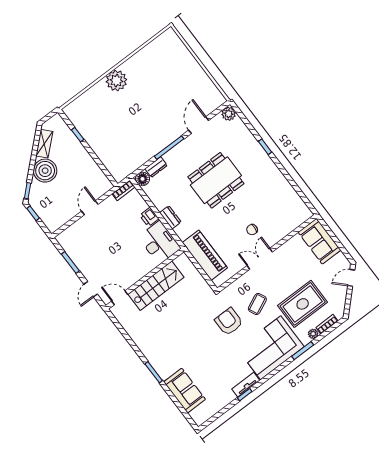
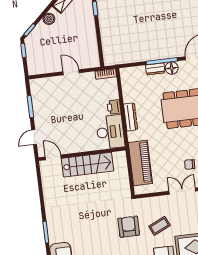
dresser: (156, 167) -> (155, 69), moved
boiler: (45, 171) -> (49, 19), width x0.54, depth x0.54
floor lamp: (143, 179) -> (172, 68), moved
door: (90, 208) -> (71, 72), hinge flipped
dresser: (170, 217) -> (131, 117), width x1.44

